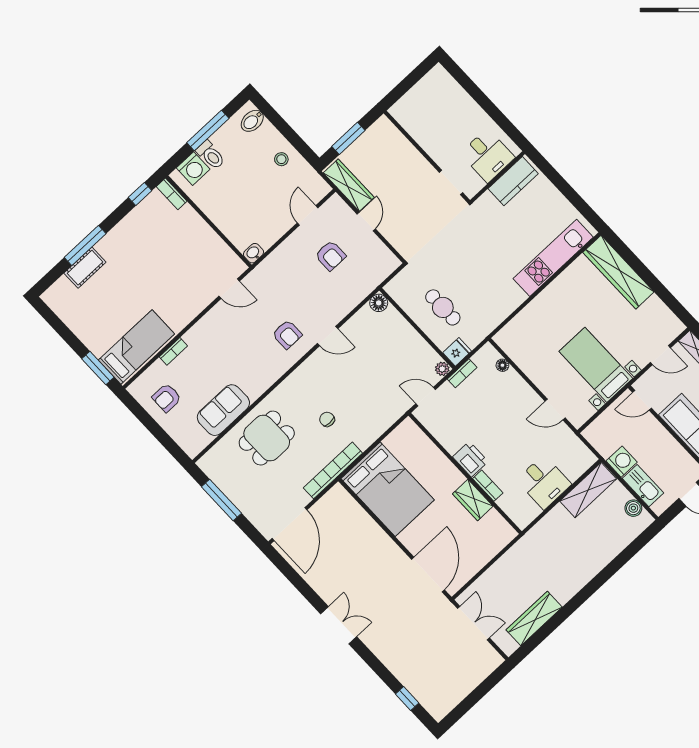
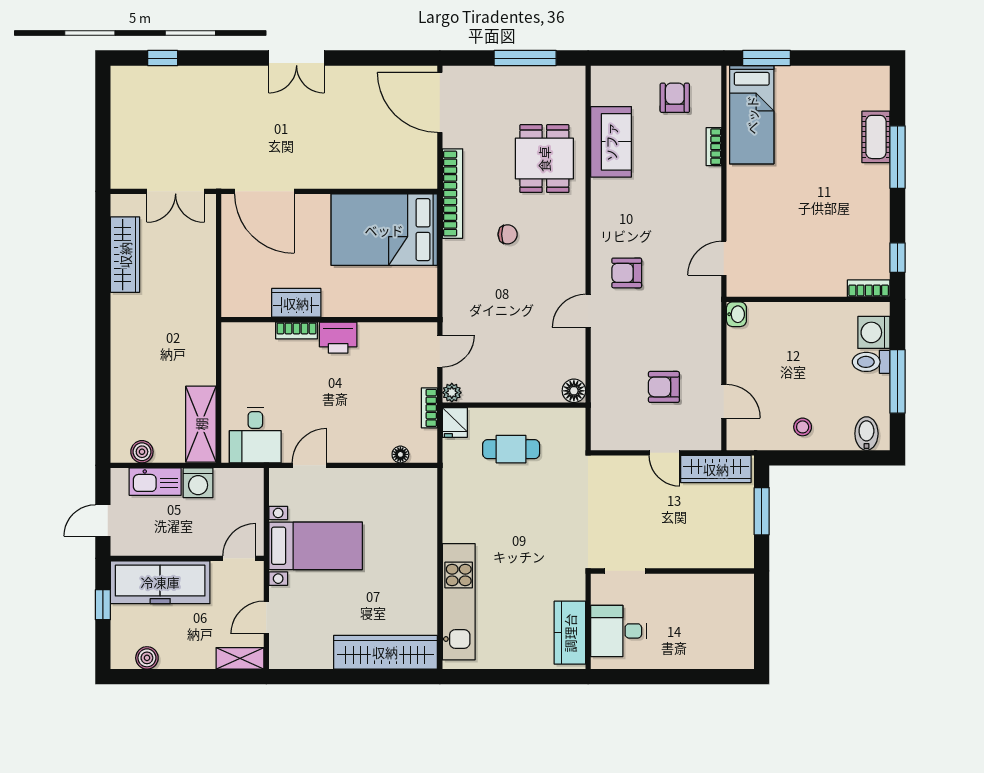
desk: (544, 482) -> (255, 435), moved, turned -90

